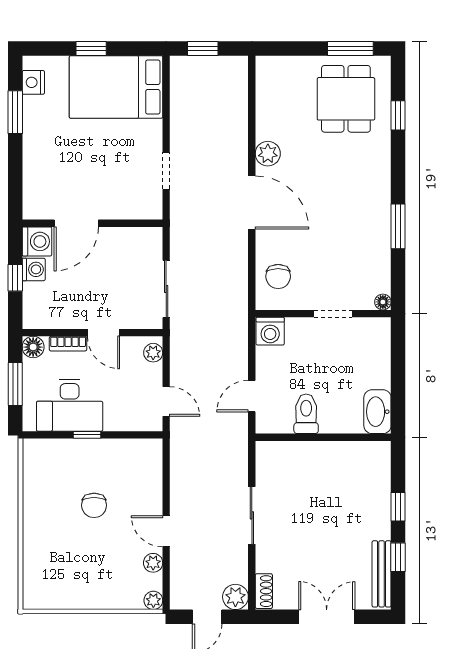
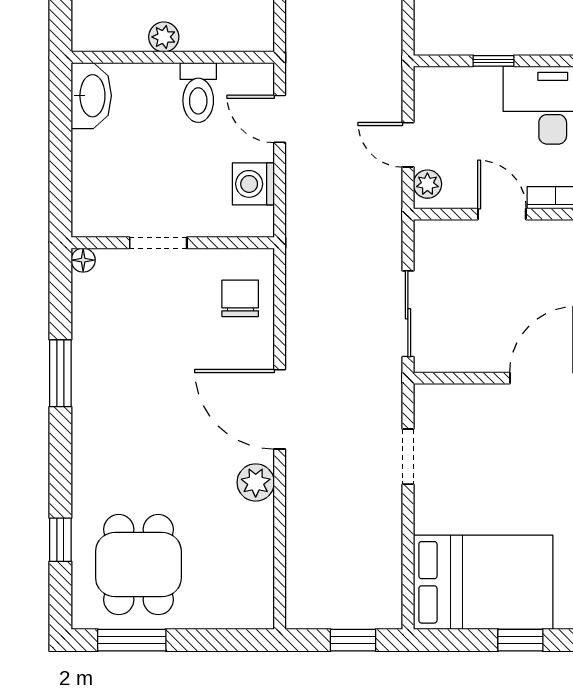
sliding door: (166, 289) -> (408, 314), moved
washing machine: (270, 331) -> (253, 184), moved, turned -90
door: (252, 396) -> (280, 119), swing flipped
door: (166, 401) -> (408, 145), moved
window: (87, 435) -> (493, 61), moved
plant: (329, 451) -> (164, 37), added

